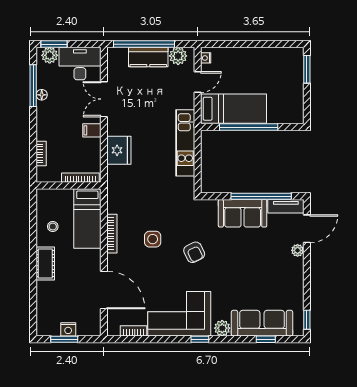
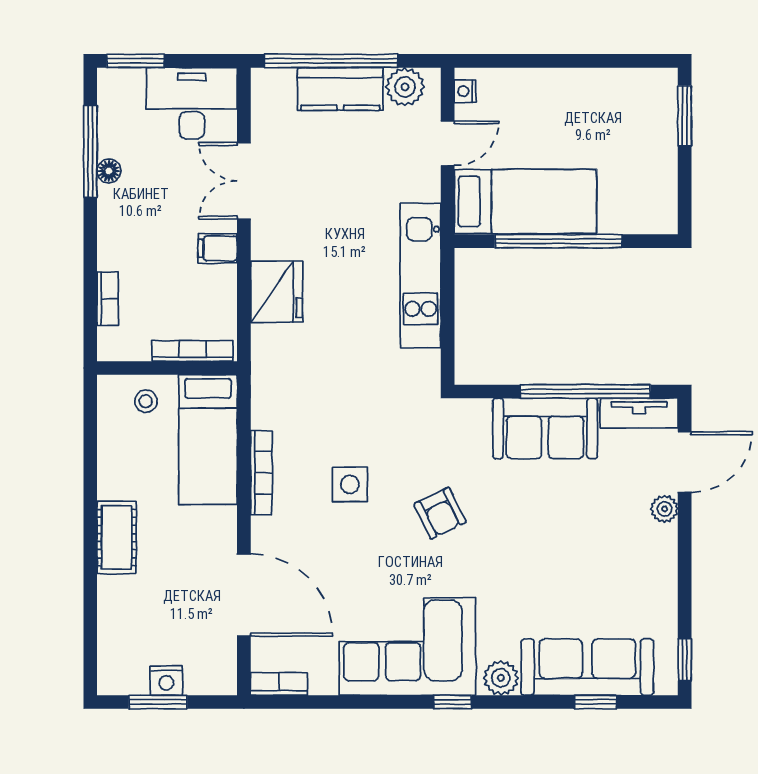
plant: (50, 55) -> (126, 85), removed
stool: (53, 227) -> (146, 401), moved
bookcase: (133, 331) -> (279, 684), moved

